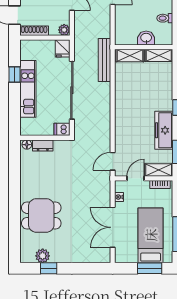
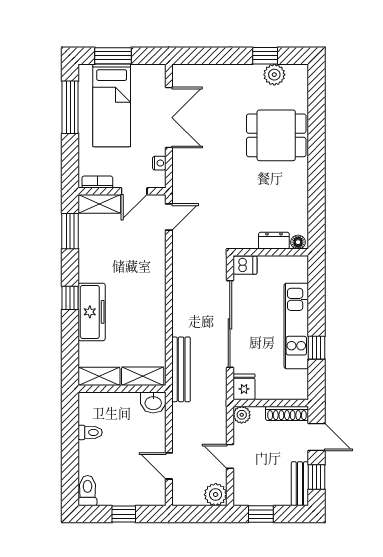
washbasin: (146, 38) -> (153, 402), moved
freezer: (164, 130) -> (92, 312), moved

